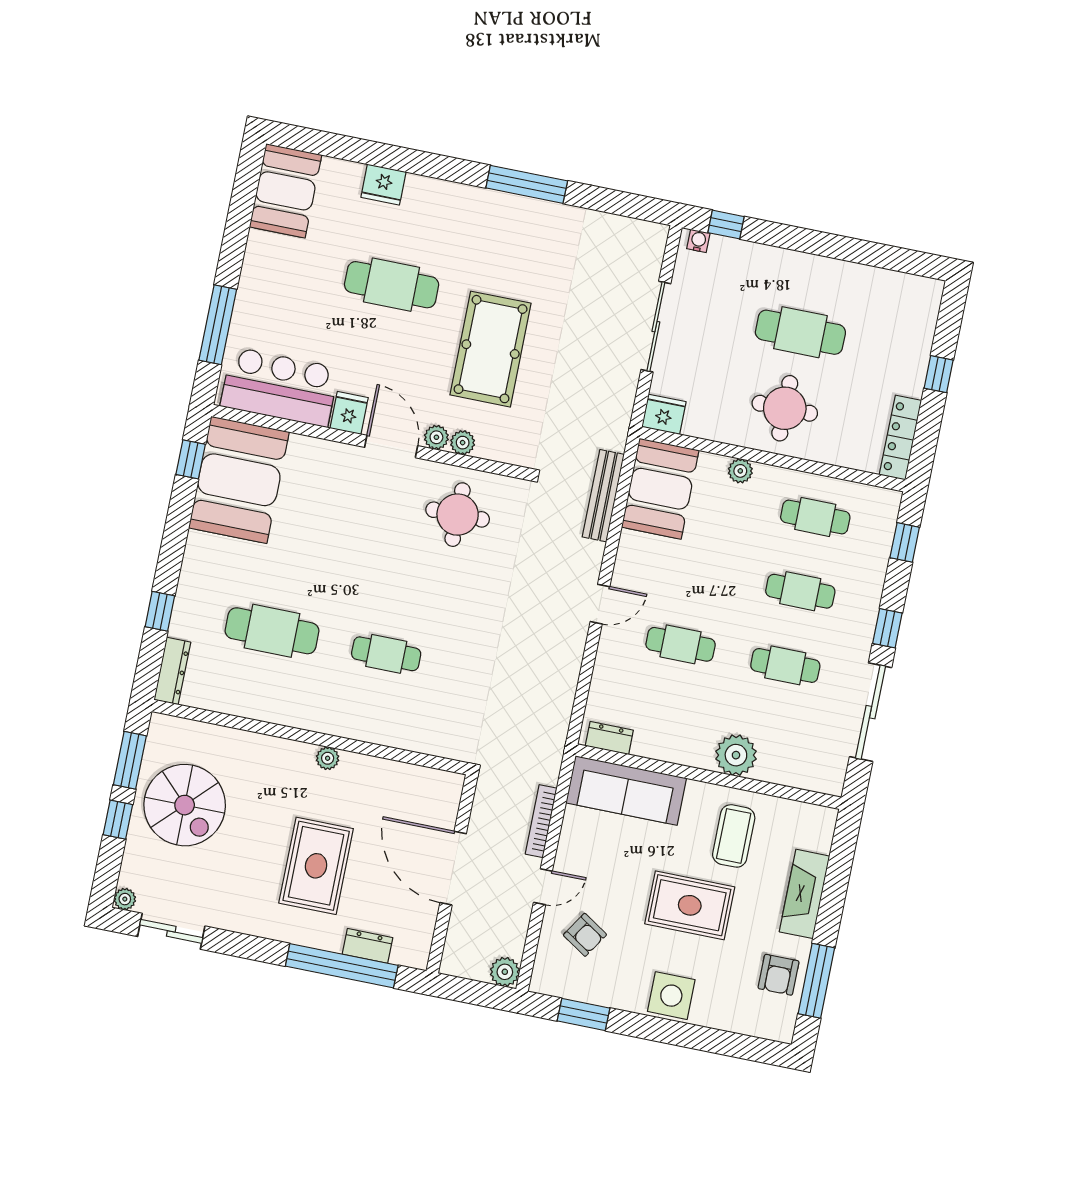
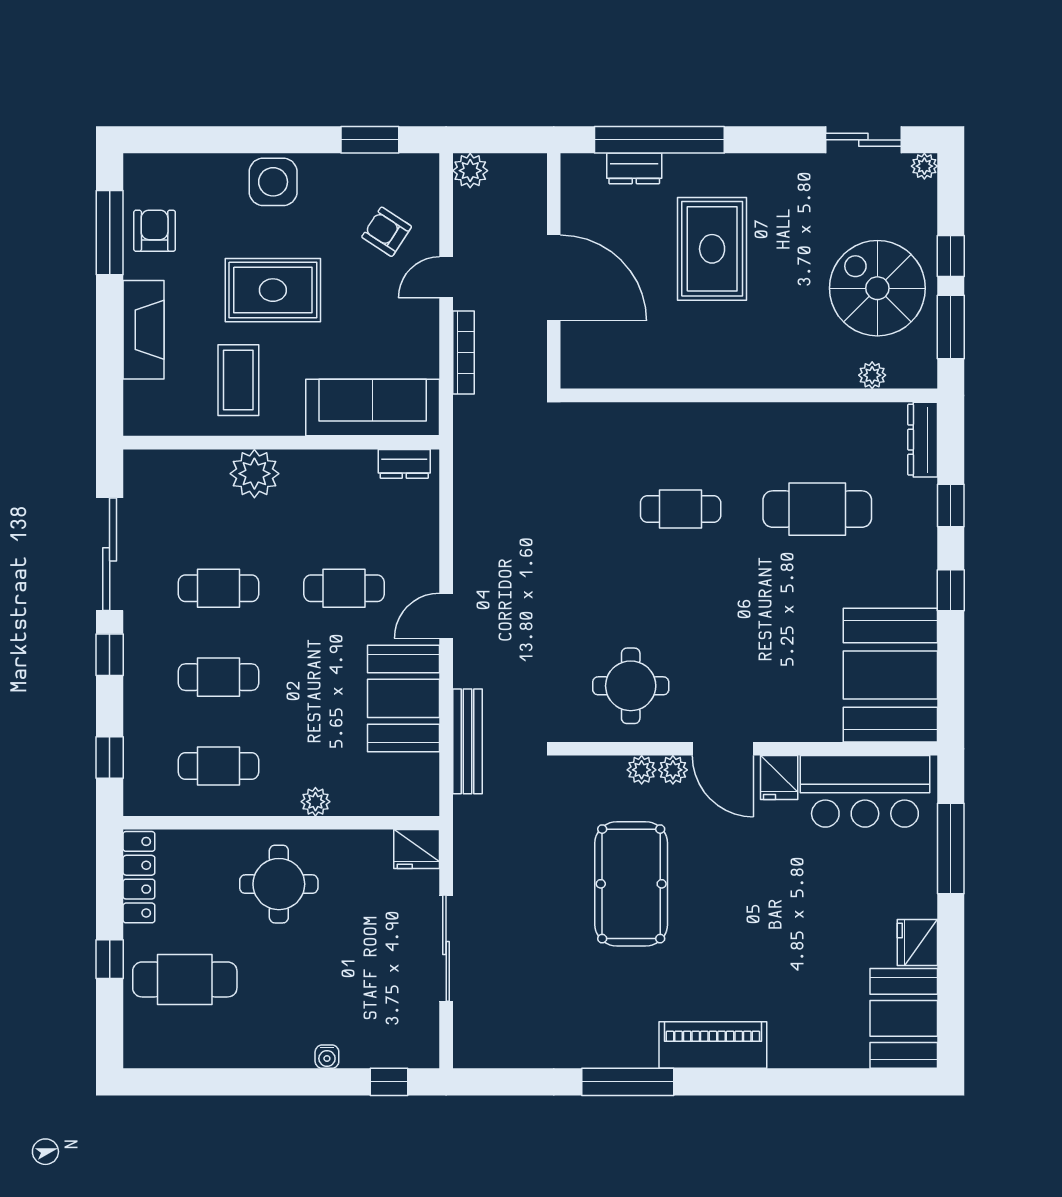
fridge: (383, 185) -> (917, 943), moved, turned -90
piano: (449, 201) -> (713, 1045), added
water cooler: (698, 241) -> (327, 1057), moved
cafe table: (392, 285) -> (760, 935), removed
cafe table: (800, 332) -> (185, 979), moved
window: (191, 459) -> (951, 590), moved
booth: (660, 489) -> (404, 698), moved
plant: (328, 758) -> (872, 375), moved

